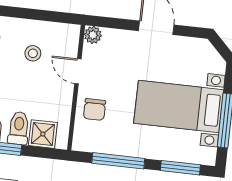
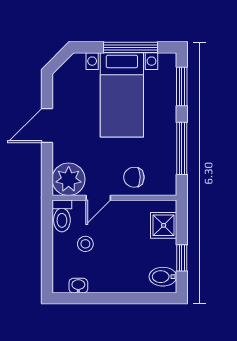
plant: (93, 35) -> (69, 179), width x1.88, depth x1.88
chair: (95, 110) -> (134, 177), turned 180
toilet: (19, 128) -> (62, 216), moved, turned -90

